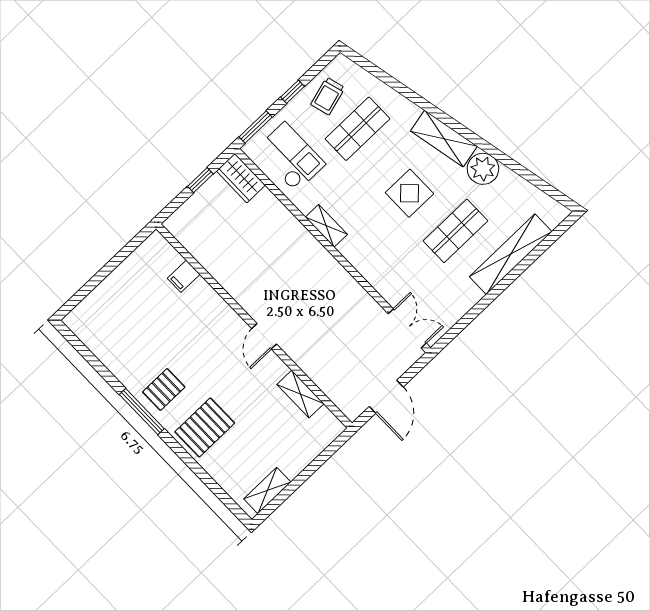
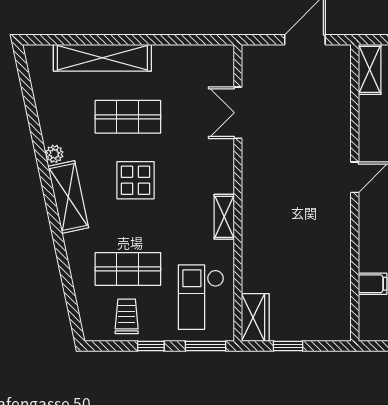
trolley: (328, 96) -> (127, 316), turned -74
plant: (483, 169) -> (54, 154), width x0.53, depth x0.53
double door: (407, 328) -> (238, 113), moved
shelving: (300, 394) -> (370, 69), moved

